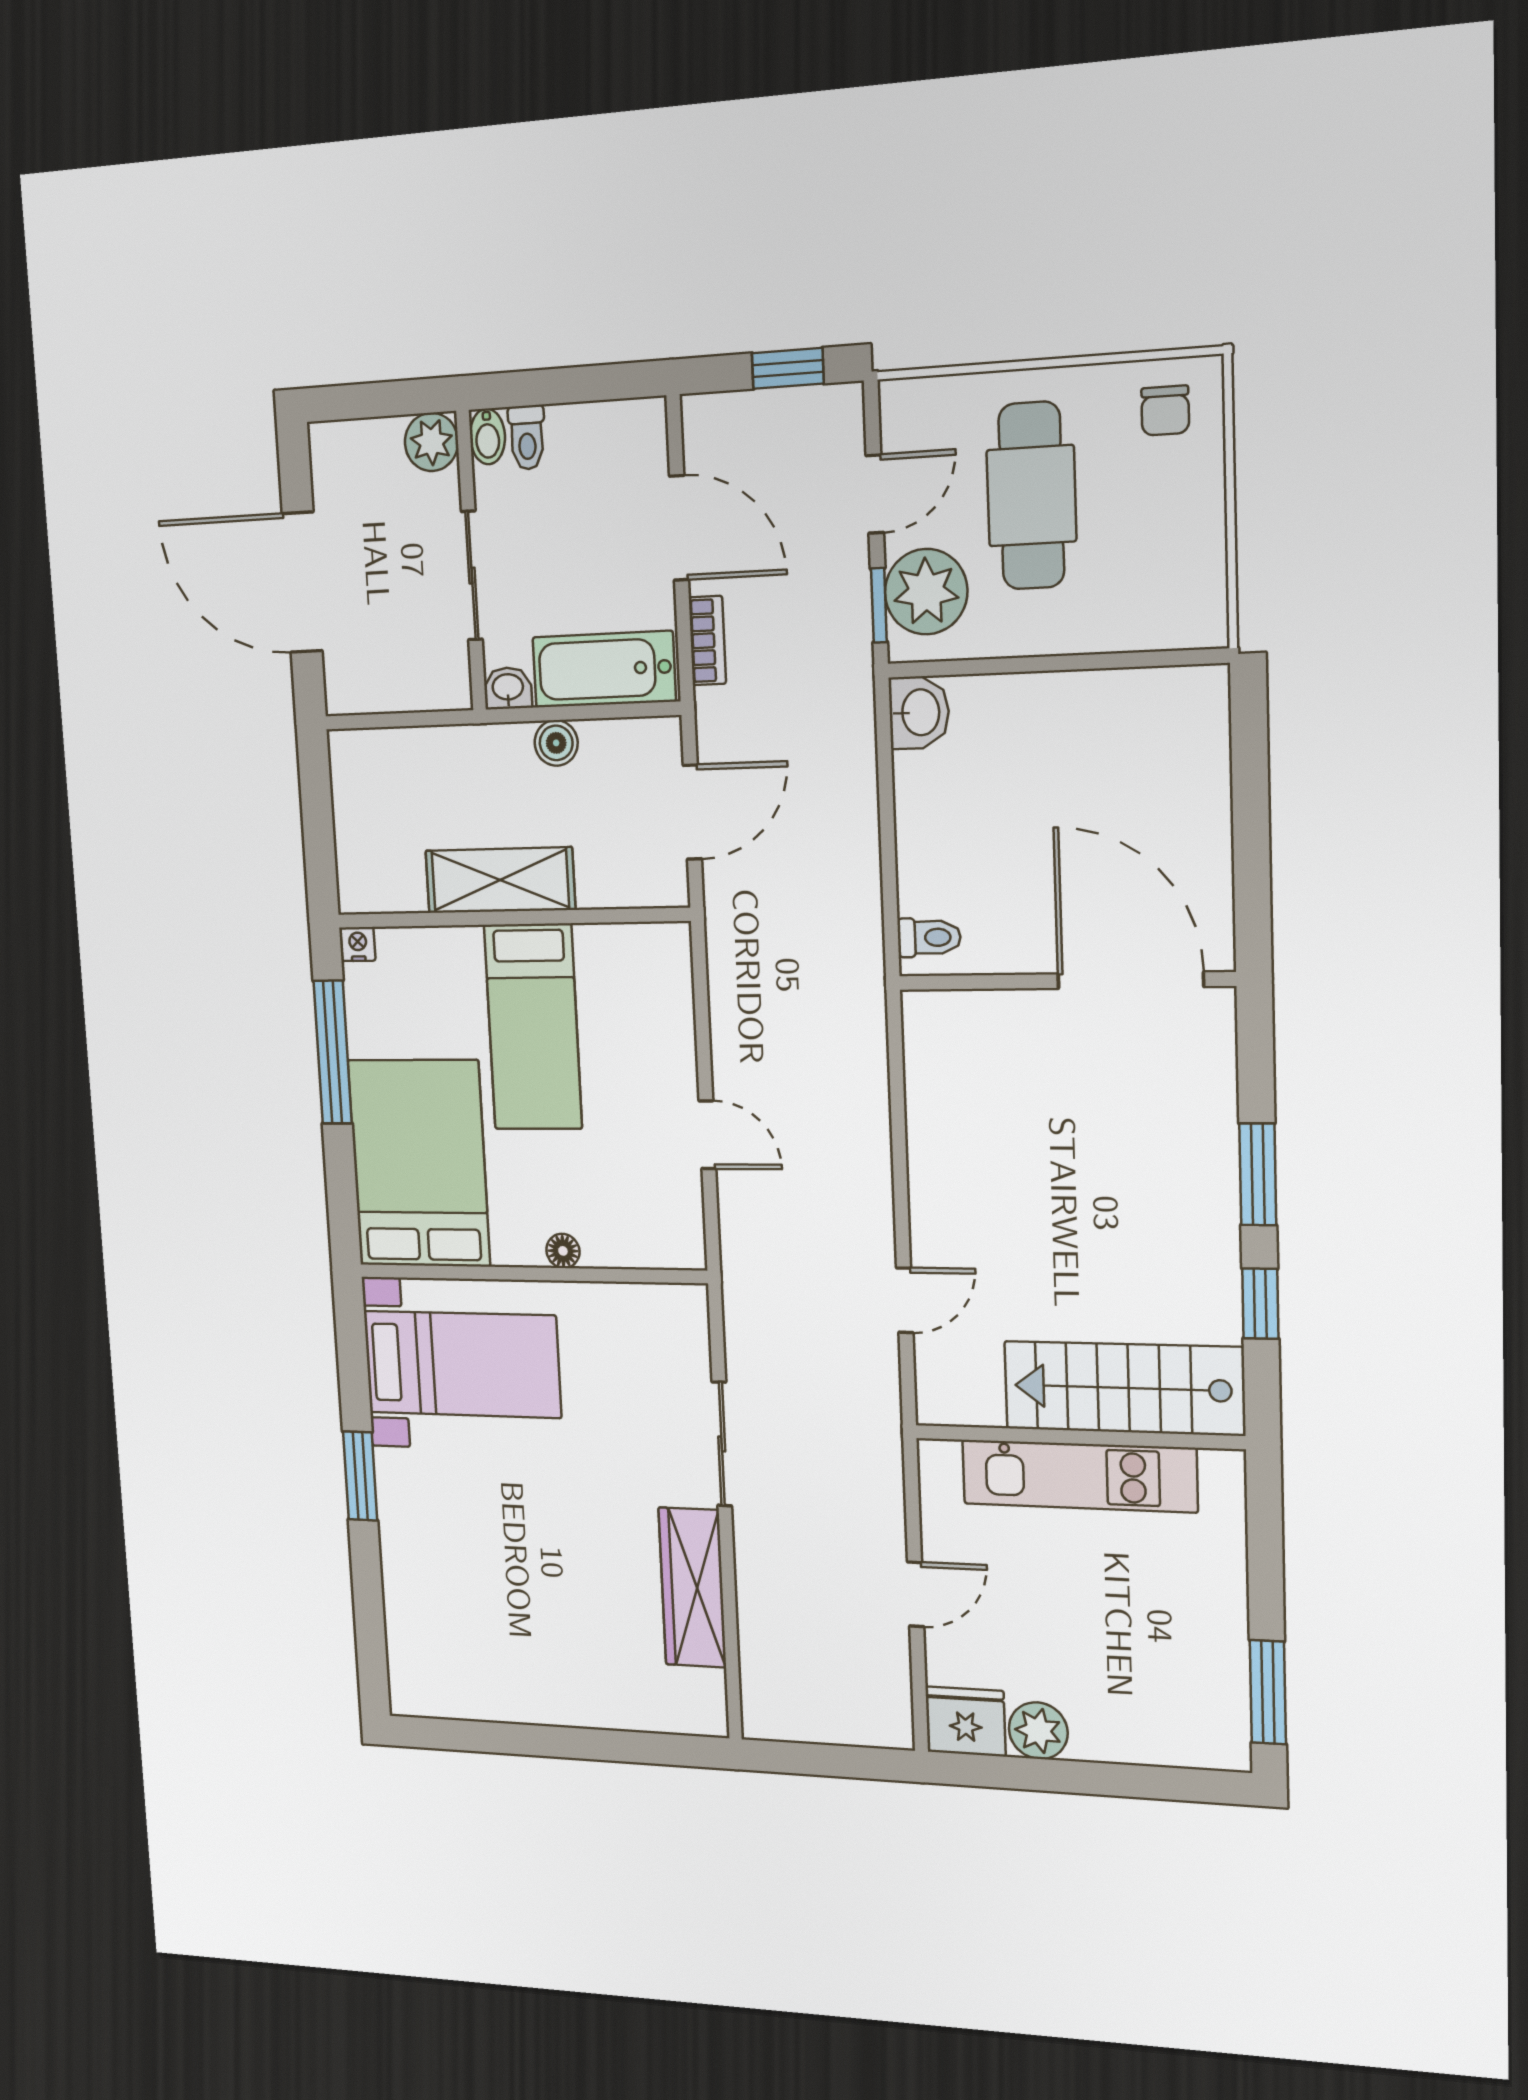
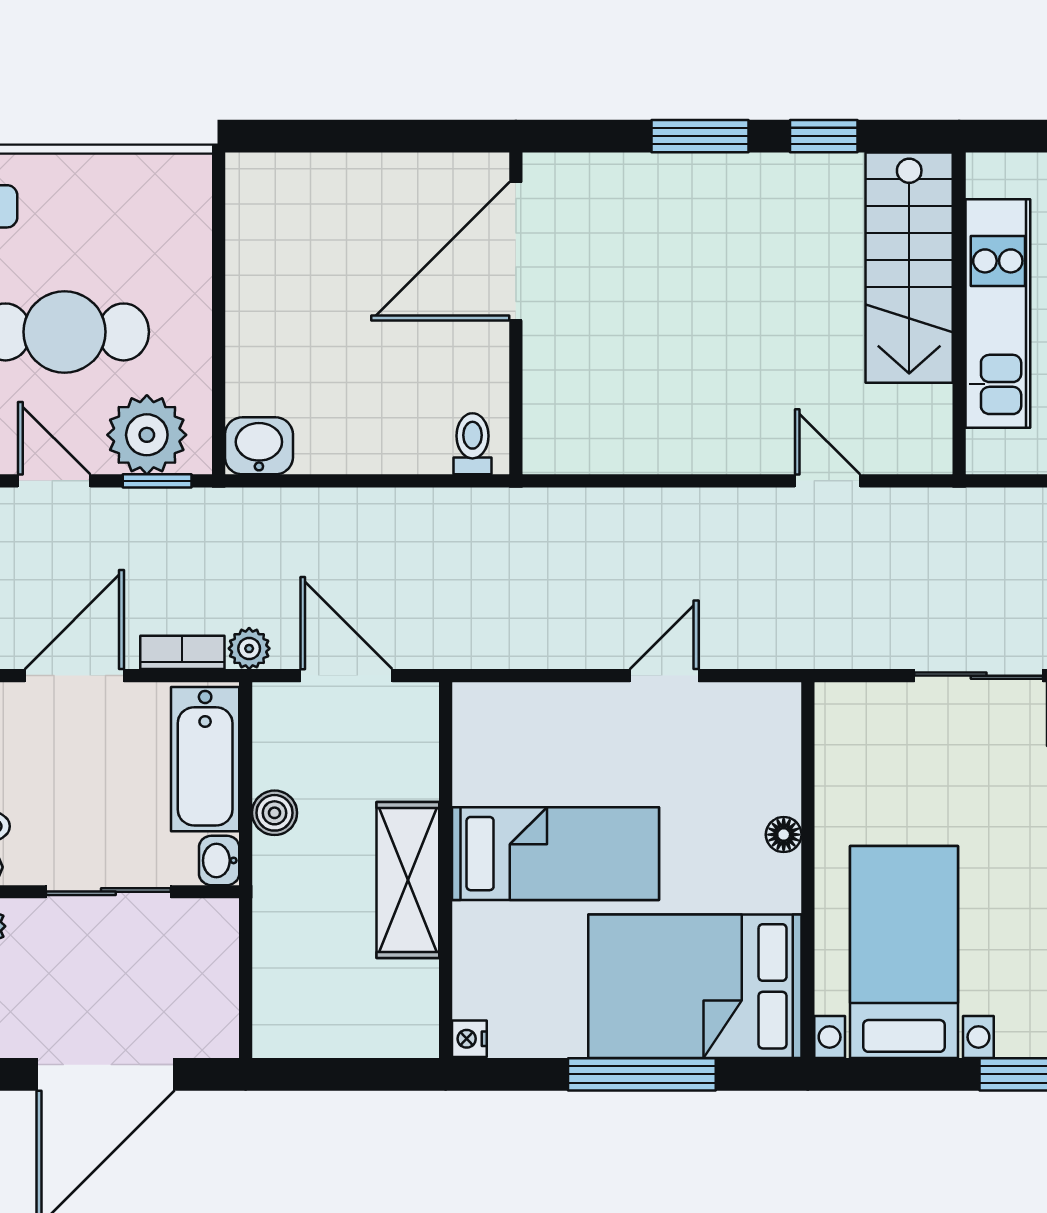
plant: (714, 710) -> (249, 649), added
window: (333, 1052) -> (642, 1074), moved

